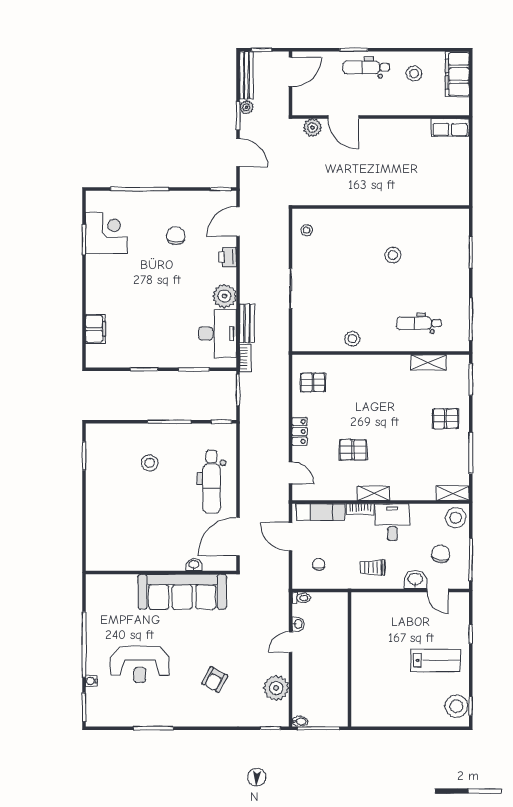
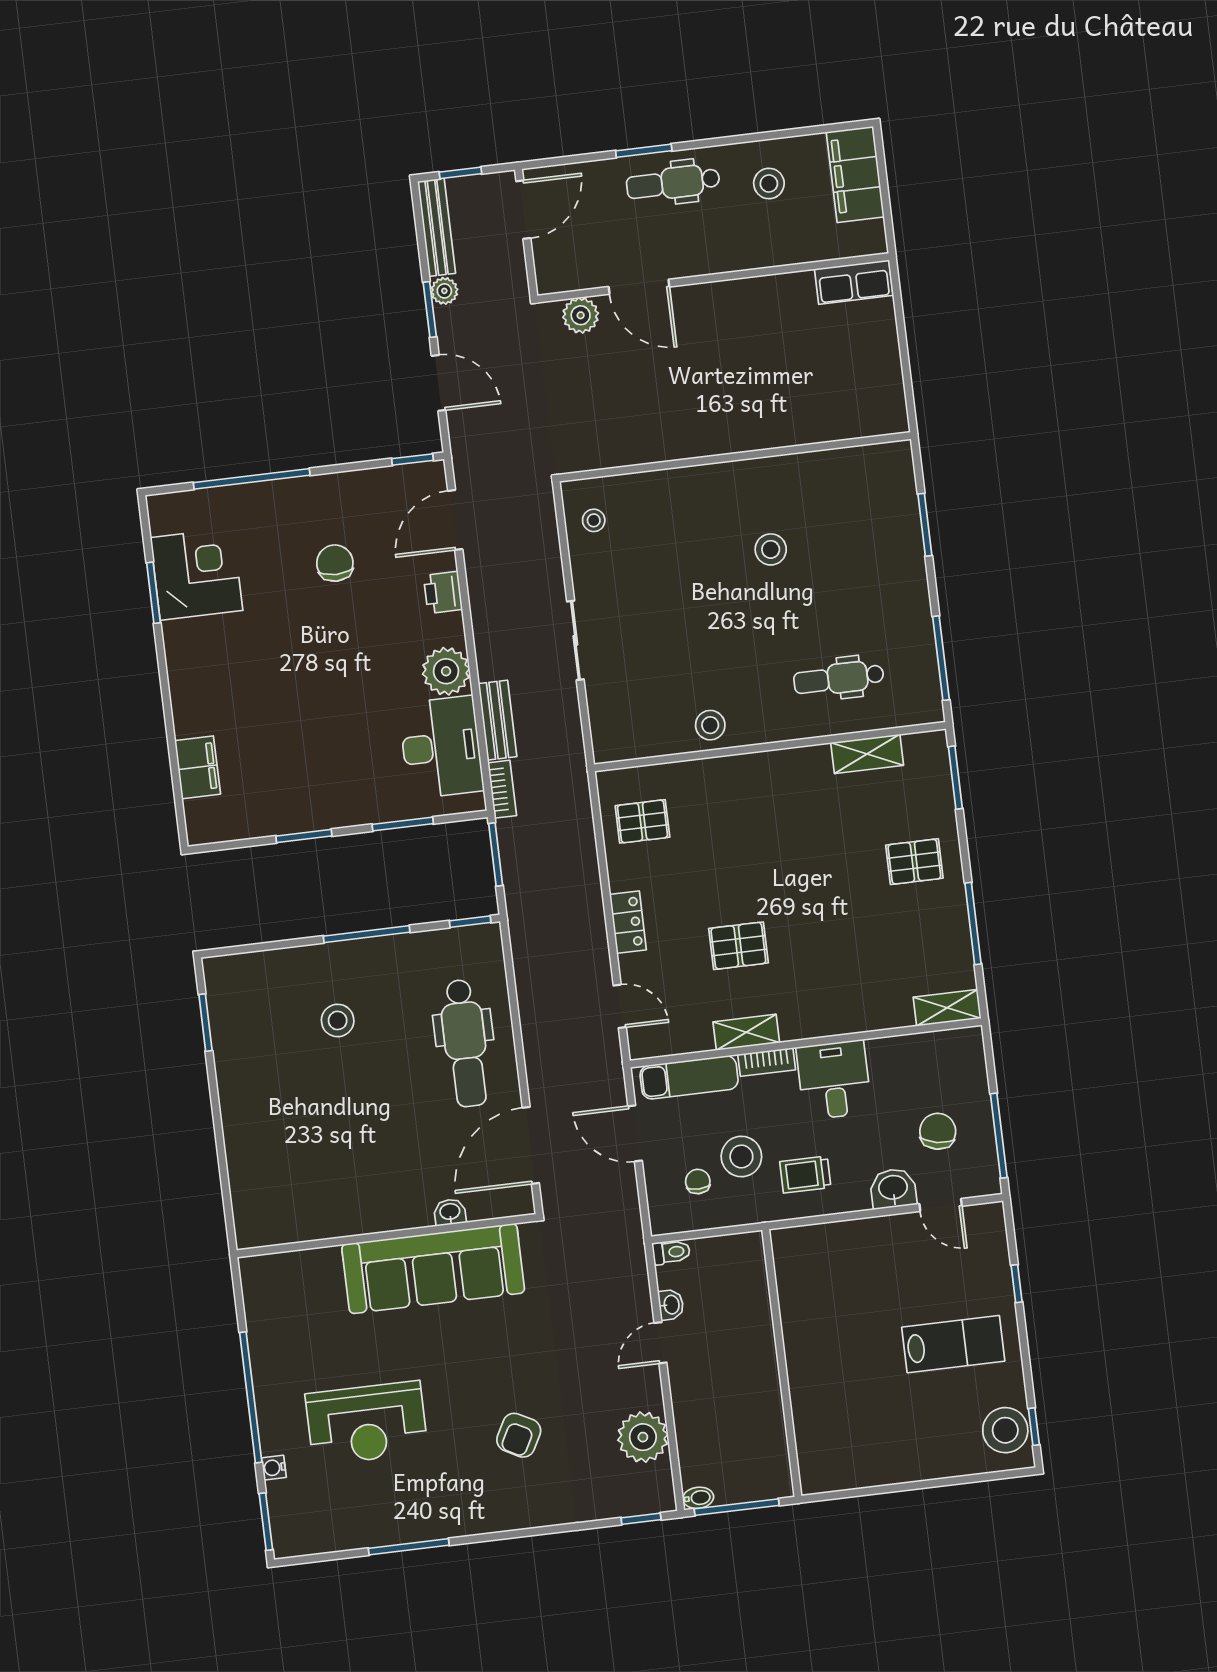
shelving: (374, 493) -> (746, 1032), moved
stool: (456, 518) -> (741, 1156), moved

